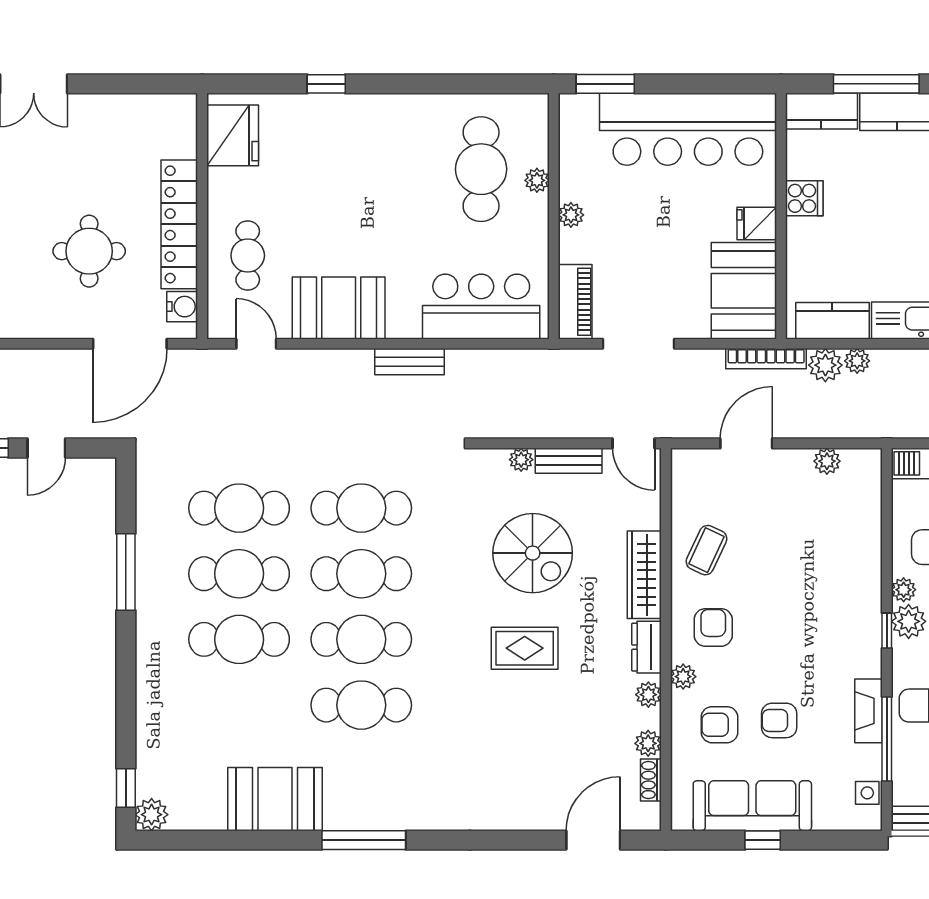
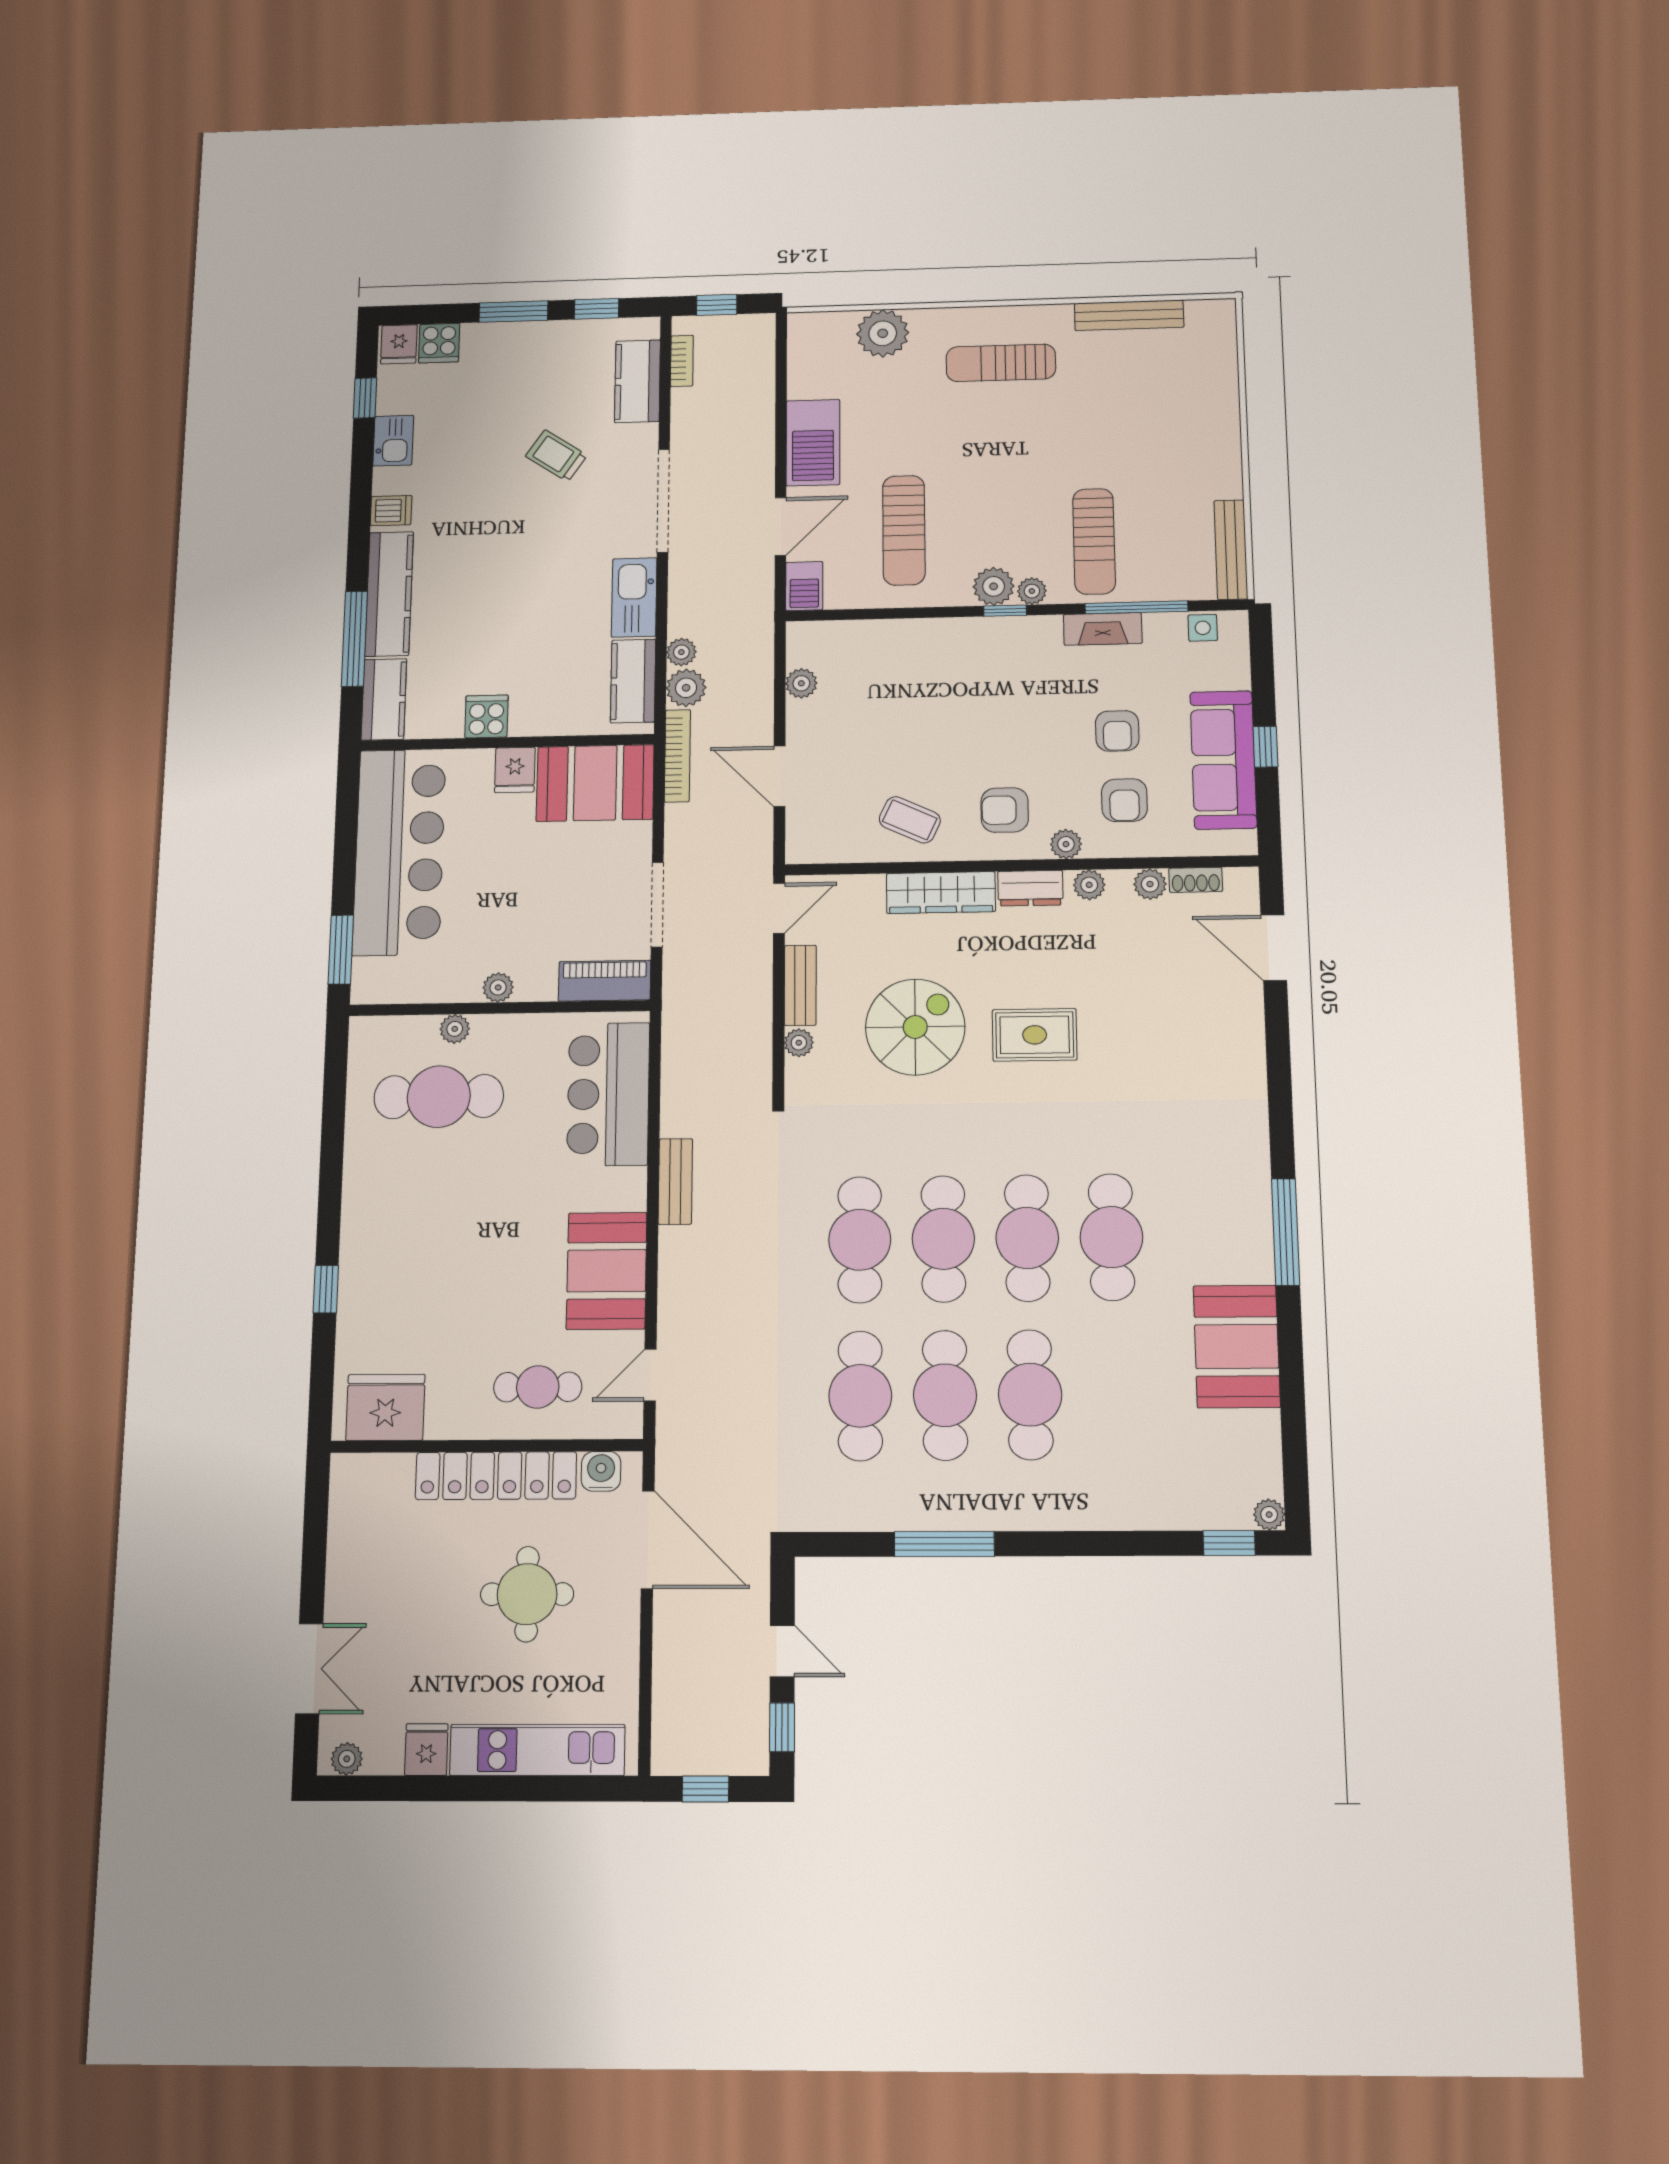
plant: (904, 590) -> (1032, 591), moved
rug: (525, 648) -> (1035, 1035), turned 90
plant: (152, 815) -> (1269, 1515), width x0.73, depth x0.73

